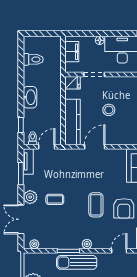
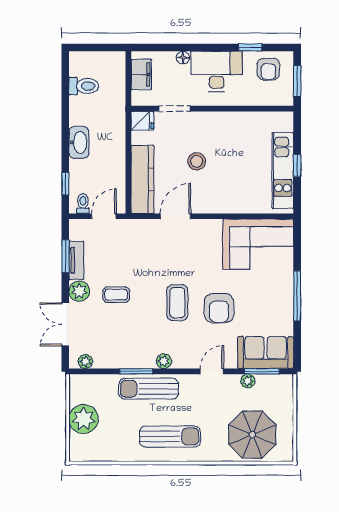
tv unit: (28, 161) -> (76, 260), moved

